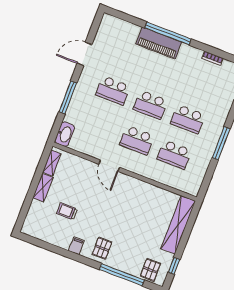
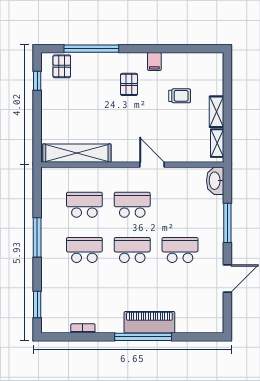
shelving: (178, 225) -> (77, 153), moved, turned 90
pallet: (102, 248) -> (129, 84), moved

